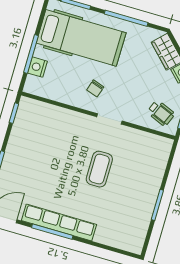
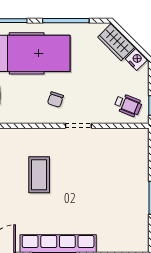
coffee table: (99, 169) -> (39, 175), moved

